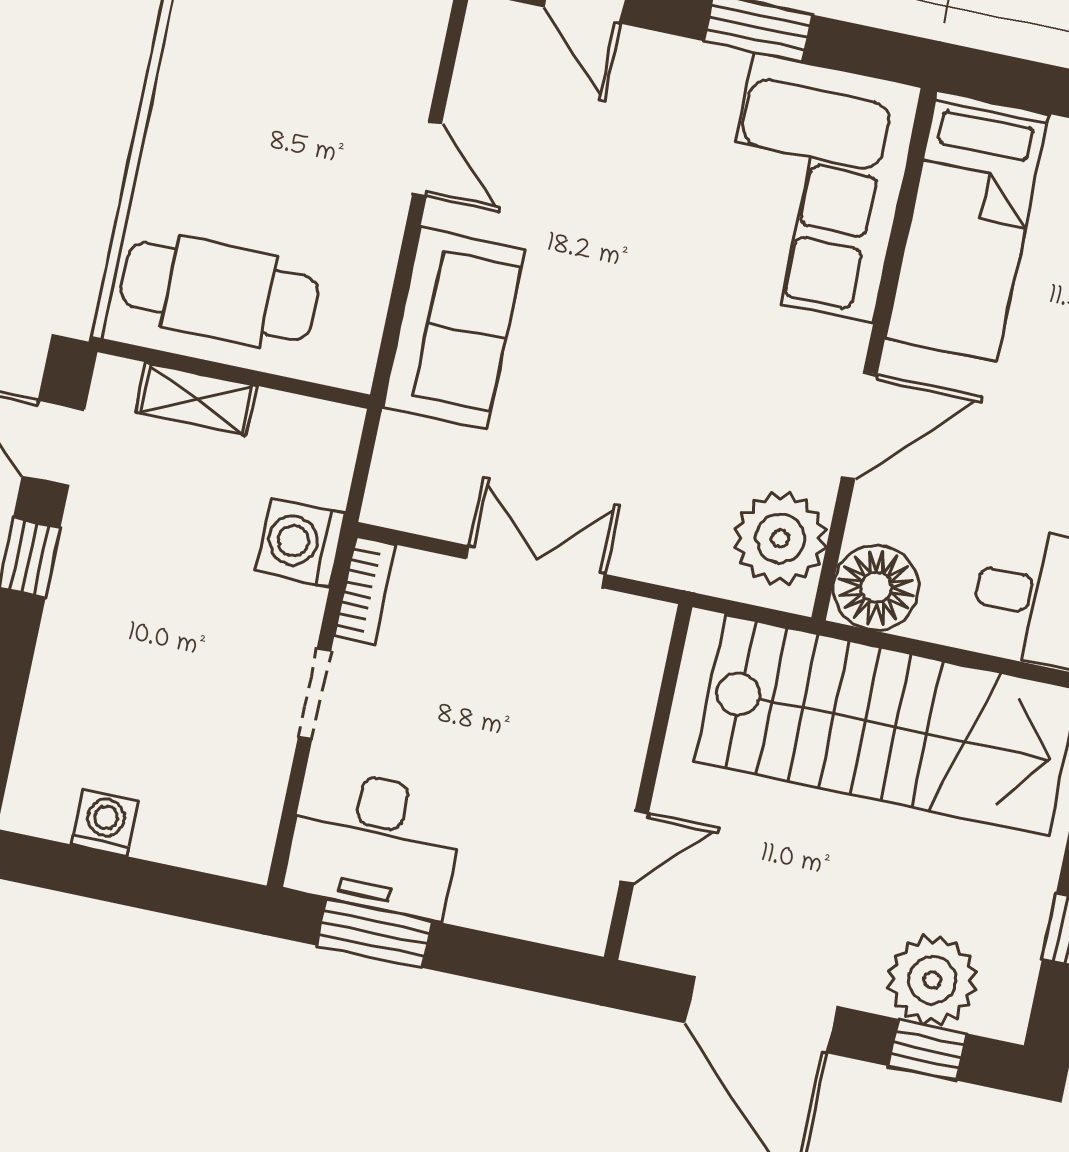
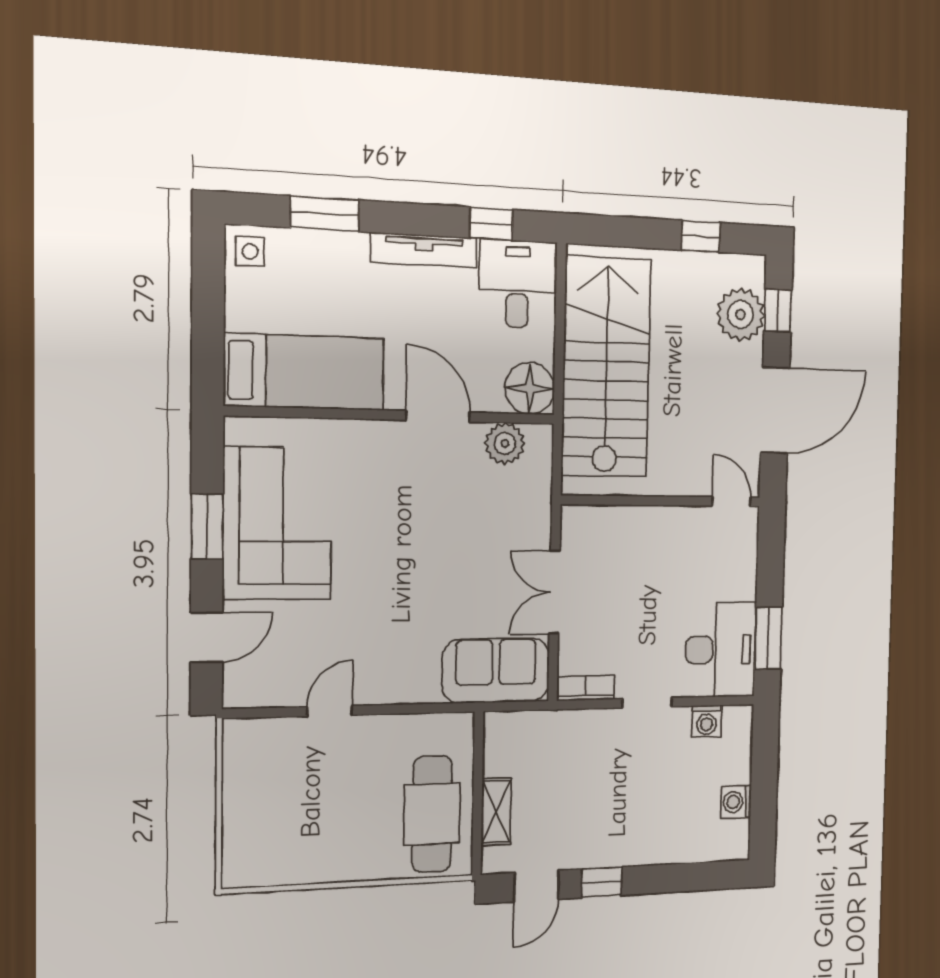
corner sofa: (814, 188) -> (278, 523), moved, turned -90
sofa: (453, 328) -> (496, 671), moved
plant: (780, 538) -> (505, 443), width x0.73, depth x0.73
washing machine: (300, 542) -> (707, 721), moved, width x0.73, depth x0.73
door: (634, 847) -> (731, 502), moved

